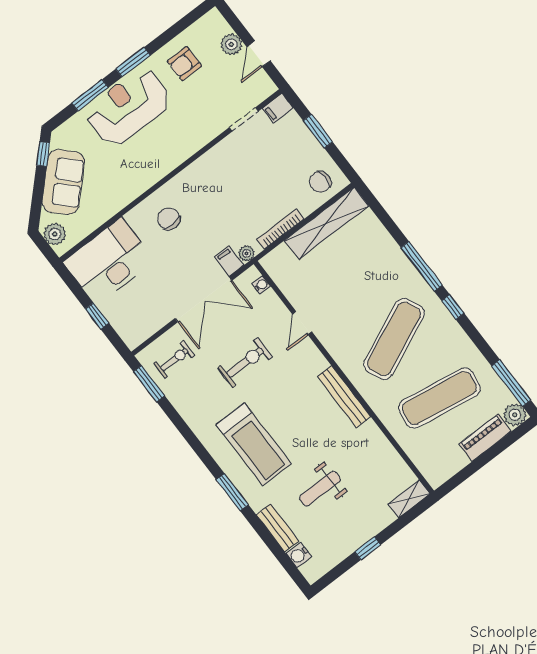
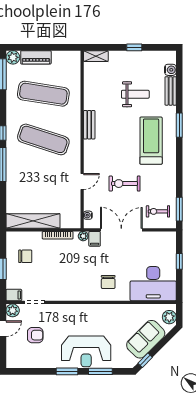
plant: (231, 44) -> (13, 310), moved
armchair: (184, 64) -> (35, 335), moved
chair: (320, 182) -> (25, 256), moved
exercise mat: (394, 339) -> (43, 139), turned 42
bench: (344, 397) -> (89, 125), width x0.73

